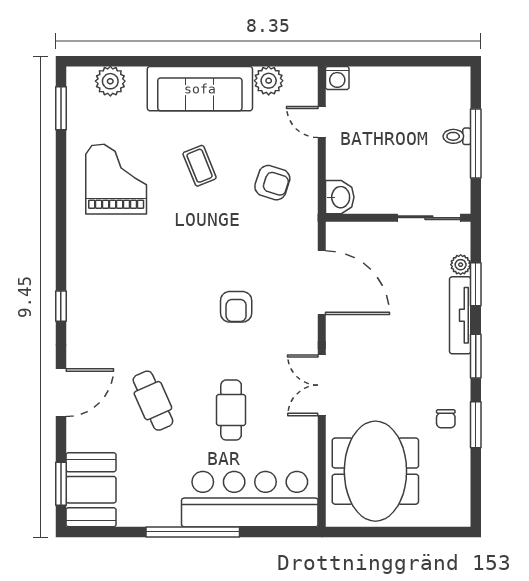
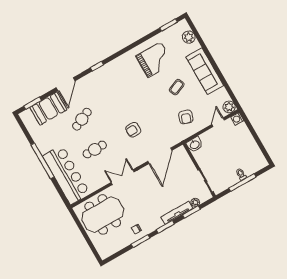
plant: (269, 81) -> (229, 107), moved
door: (61, 393) -> (66, 84), hinge flipped
booth: (91, 490) -> (48, 109), moved

